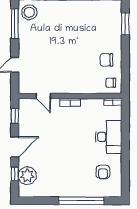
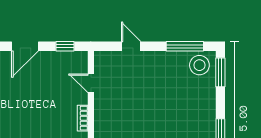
door: (43, 96) -> (91, 83), hinge flipped
door: (15, 147) -> (25, 46), hinge flipped

